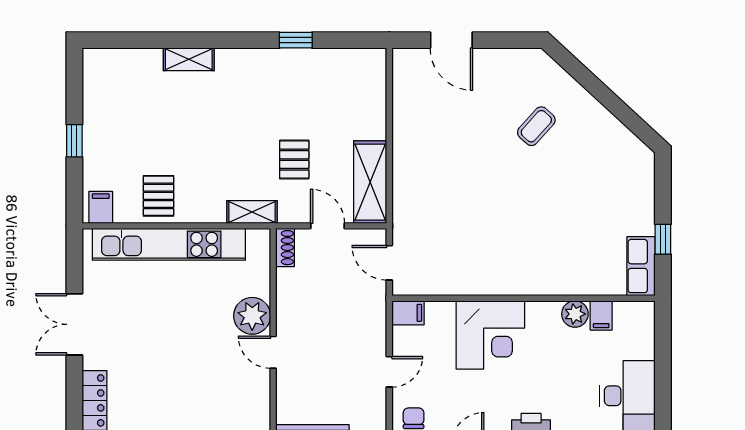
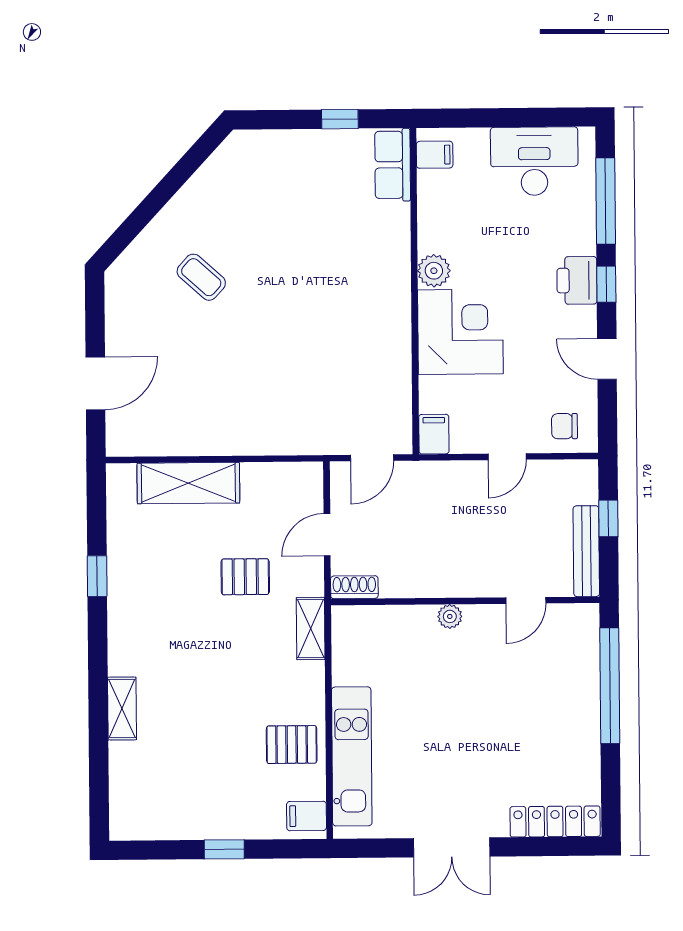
shelving: (370, 182) -> (188, 483), moved
kitchen unit: (169, 244) -> (352, 756), width x0.73
row of seats: (641, 266) -> (393, 165), moved, turned 90
plant: (575, 314) -> (434, 271), moved
filing cabinet: (601, 315) -> (435, 155), moved
plant: (252, 316) -> (450, 616), width x0.53, depth x0.53
door: (273, 352) -> (526, 600), moved
door: (389, 372) -> (507, 457), swing flipped

